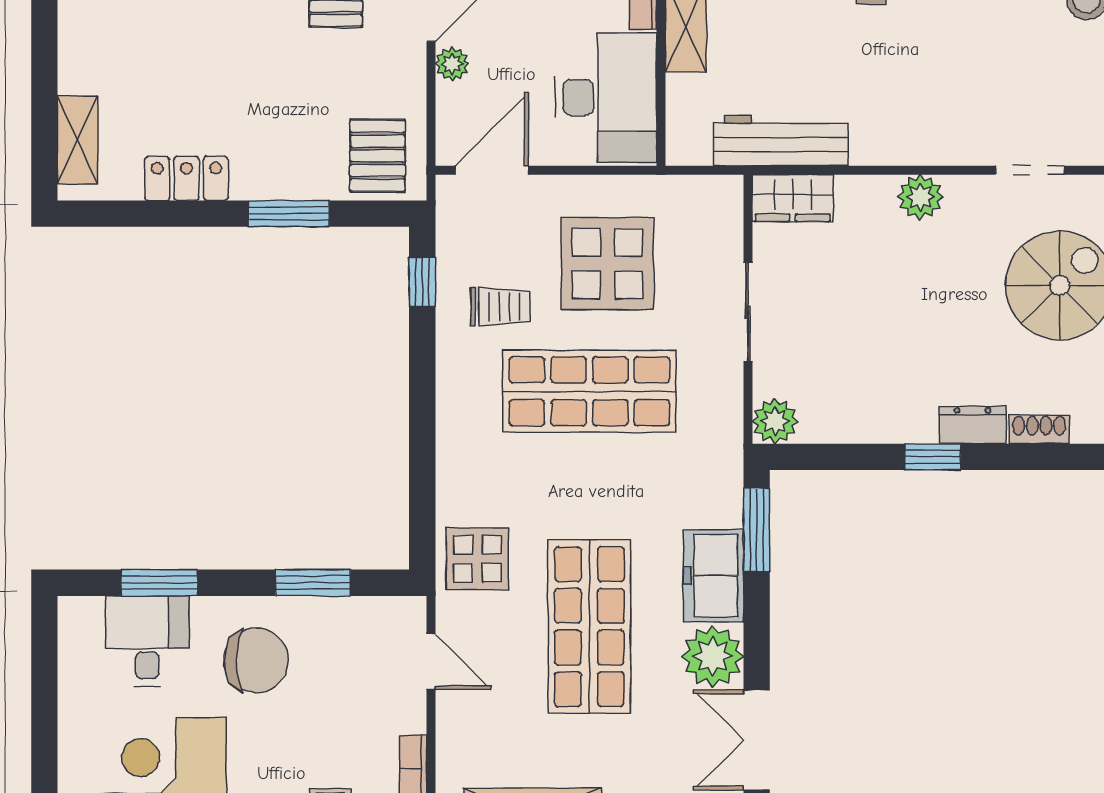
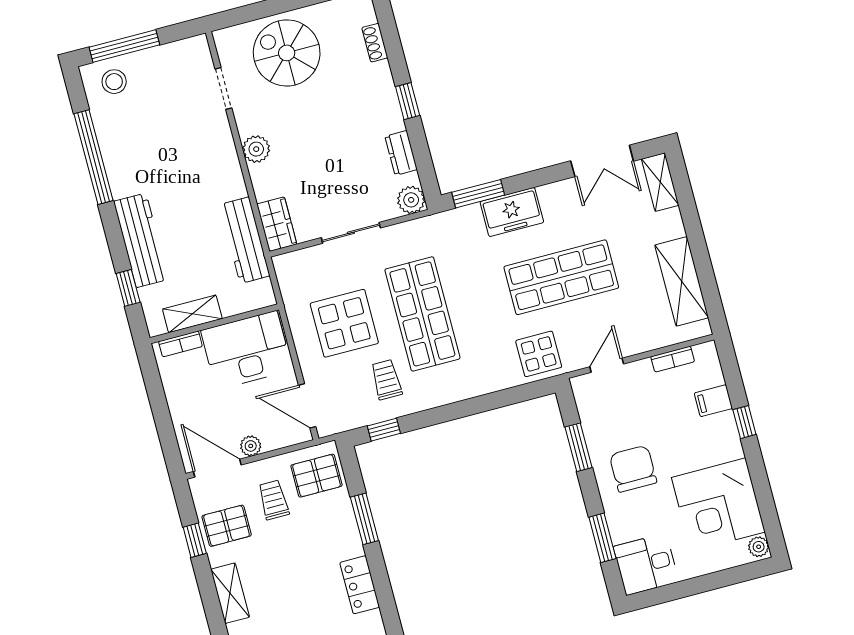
trolley: (357, 77) -> (274, 500), added
dresser: (973, 425) -> (401, 153), moved
desk: (147, 641) -> (646, 564), moved
plant: (713, 656) -> (560, 200), removed

